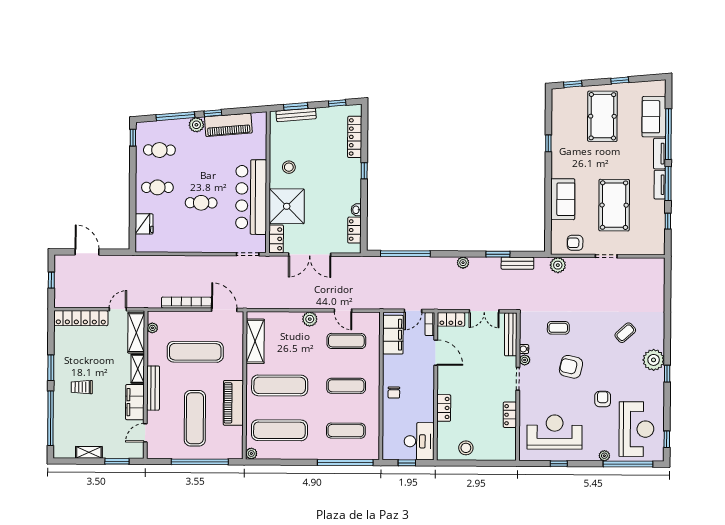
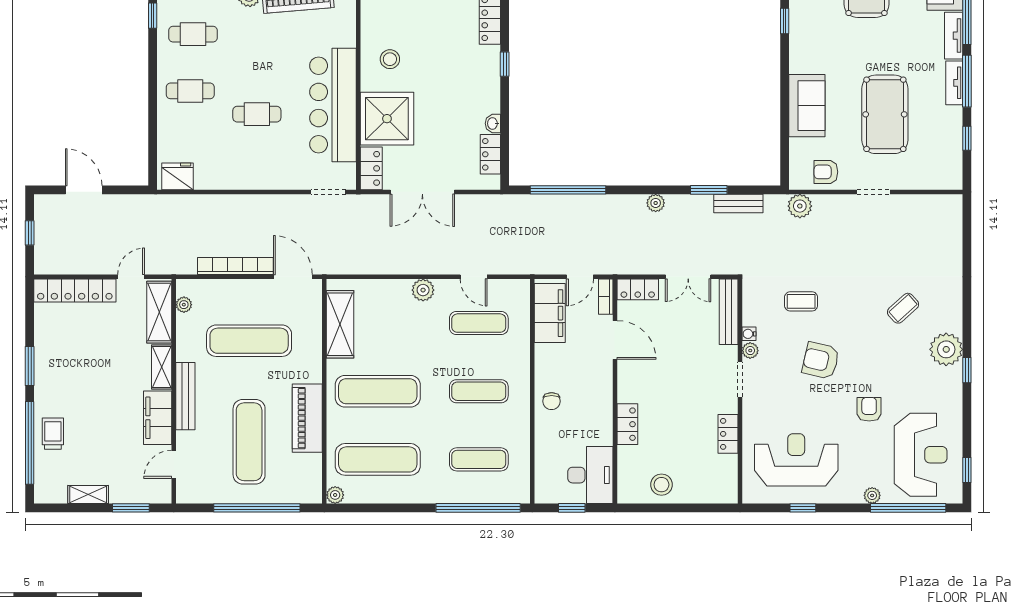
fridge: (144, 224) -> (178, 176), moved, turned -90
trolley: (82, 387) -> (53, 434), moved, turned 90

